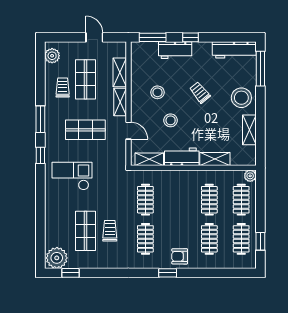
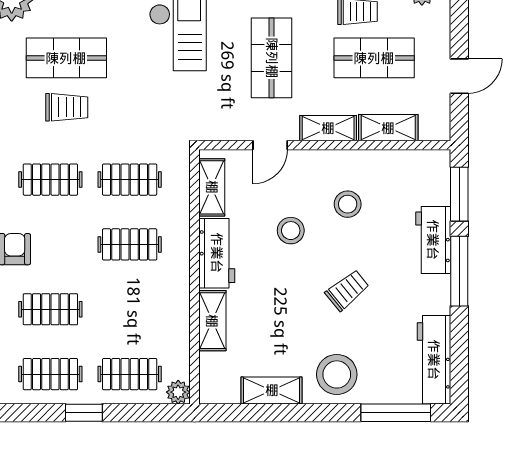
window: (190, 37) -> (459, 271), width x2.17
clothes rail: (209, 200) -> (130, 244), moved
window: (260, 241) -> (84, 413), moved

